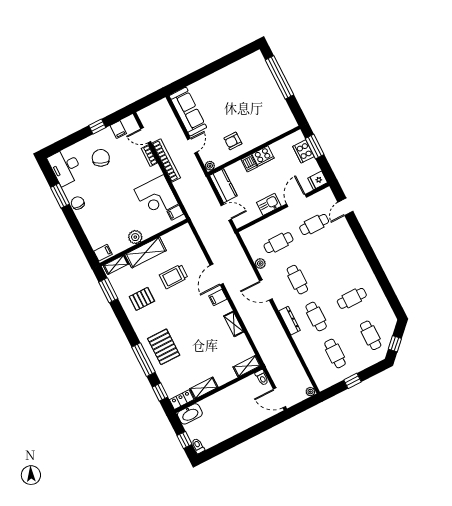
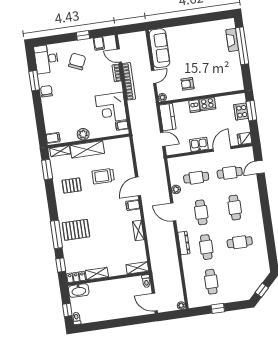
fireplace: (266, 75) -> (232, 40), added
cafe table: (371, 335) -> (235, 208), moved
pallet: (164, 347) -> (76, 230), turned 90

